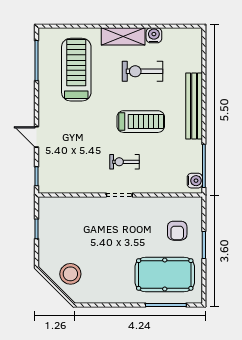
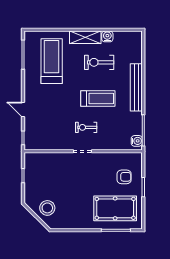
armchair: (177, 231) -> (124, 177), turned -90

